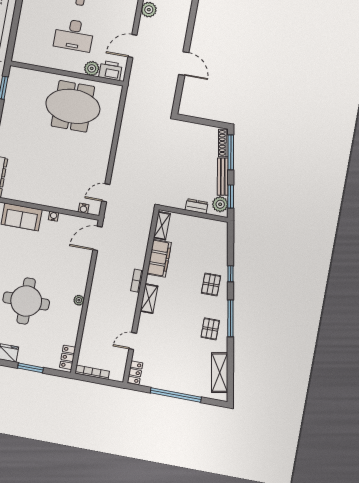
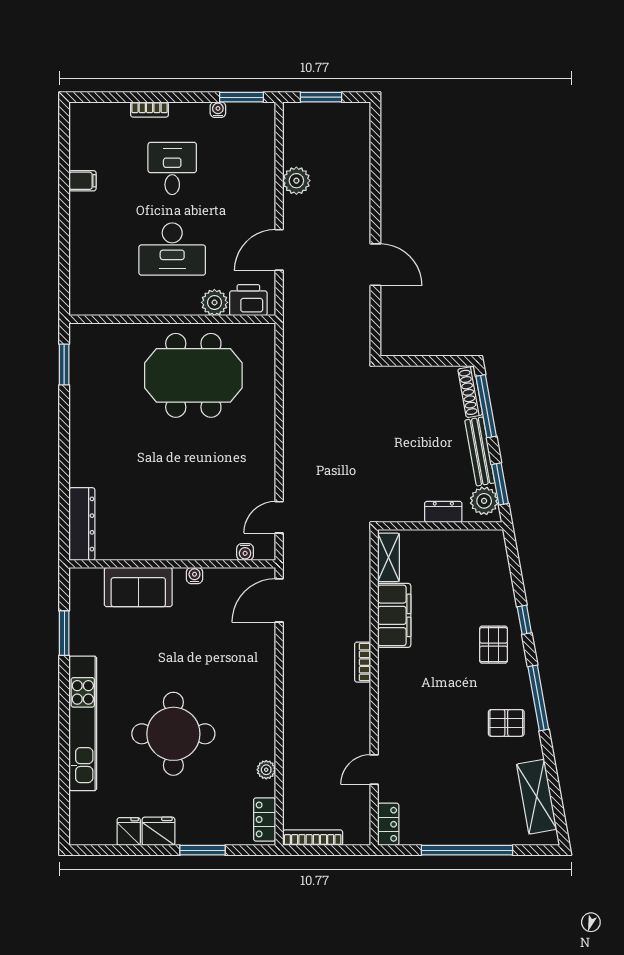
shelving: (149, 299) -> (389, 690), removed
plant: (79, 300) -> (266, 770), moved
pallet: (210, 329) -> (506, 723), turned 90

